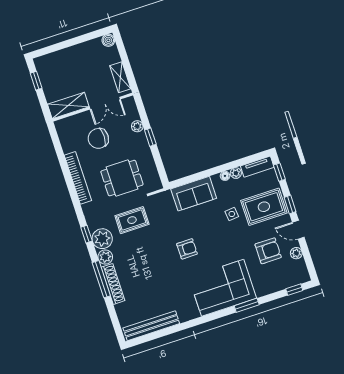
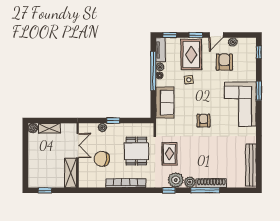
shelving: (120, 77) -> (49, 128), moved
chair: (98, 138) -> (102, 159), turned 97
window: (228, 166) -> (153, 71), added

